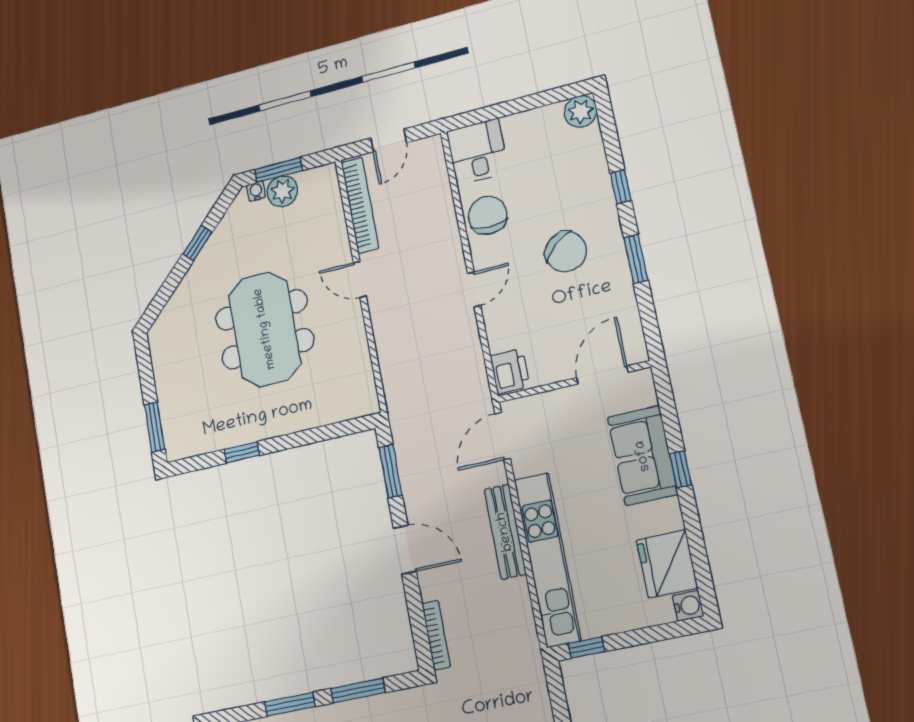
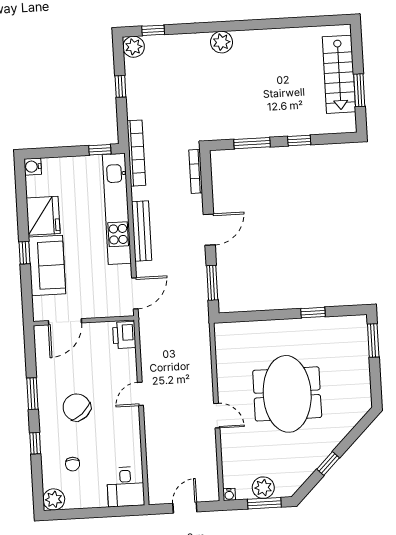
water cooler: (256, 191) -> (229, 494), moved
bookcase: (360, 205) -> (136, 153), moved, turned 180
chair: (488, 215) -> (73, 464), moved, width x0.54, depth x0.54
door: (405, 550) -> (209, 230), swing flipped
fridge: (667, 564) -> (43, 216), moved
window: (290, 704) -> (299, 141), width x0.67

